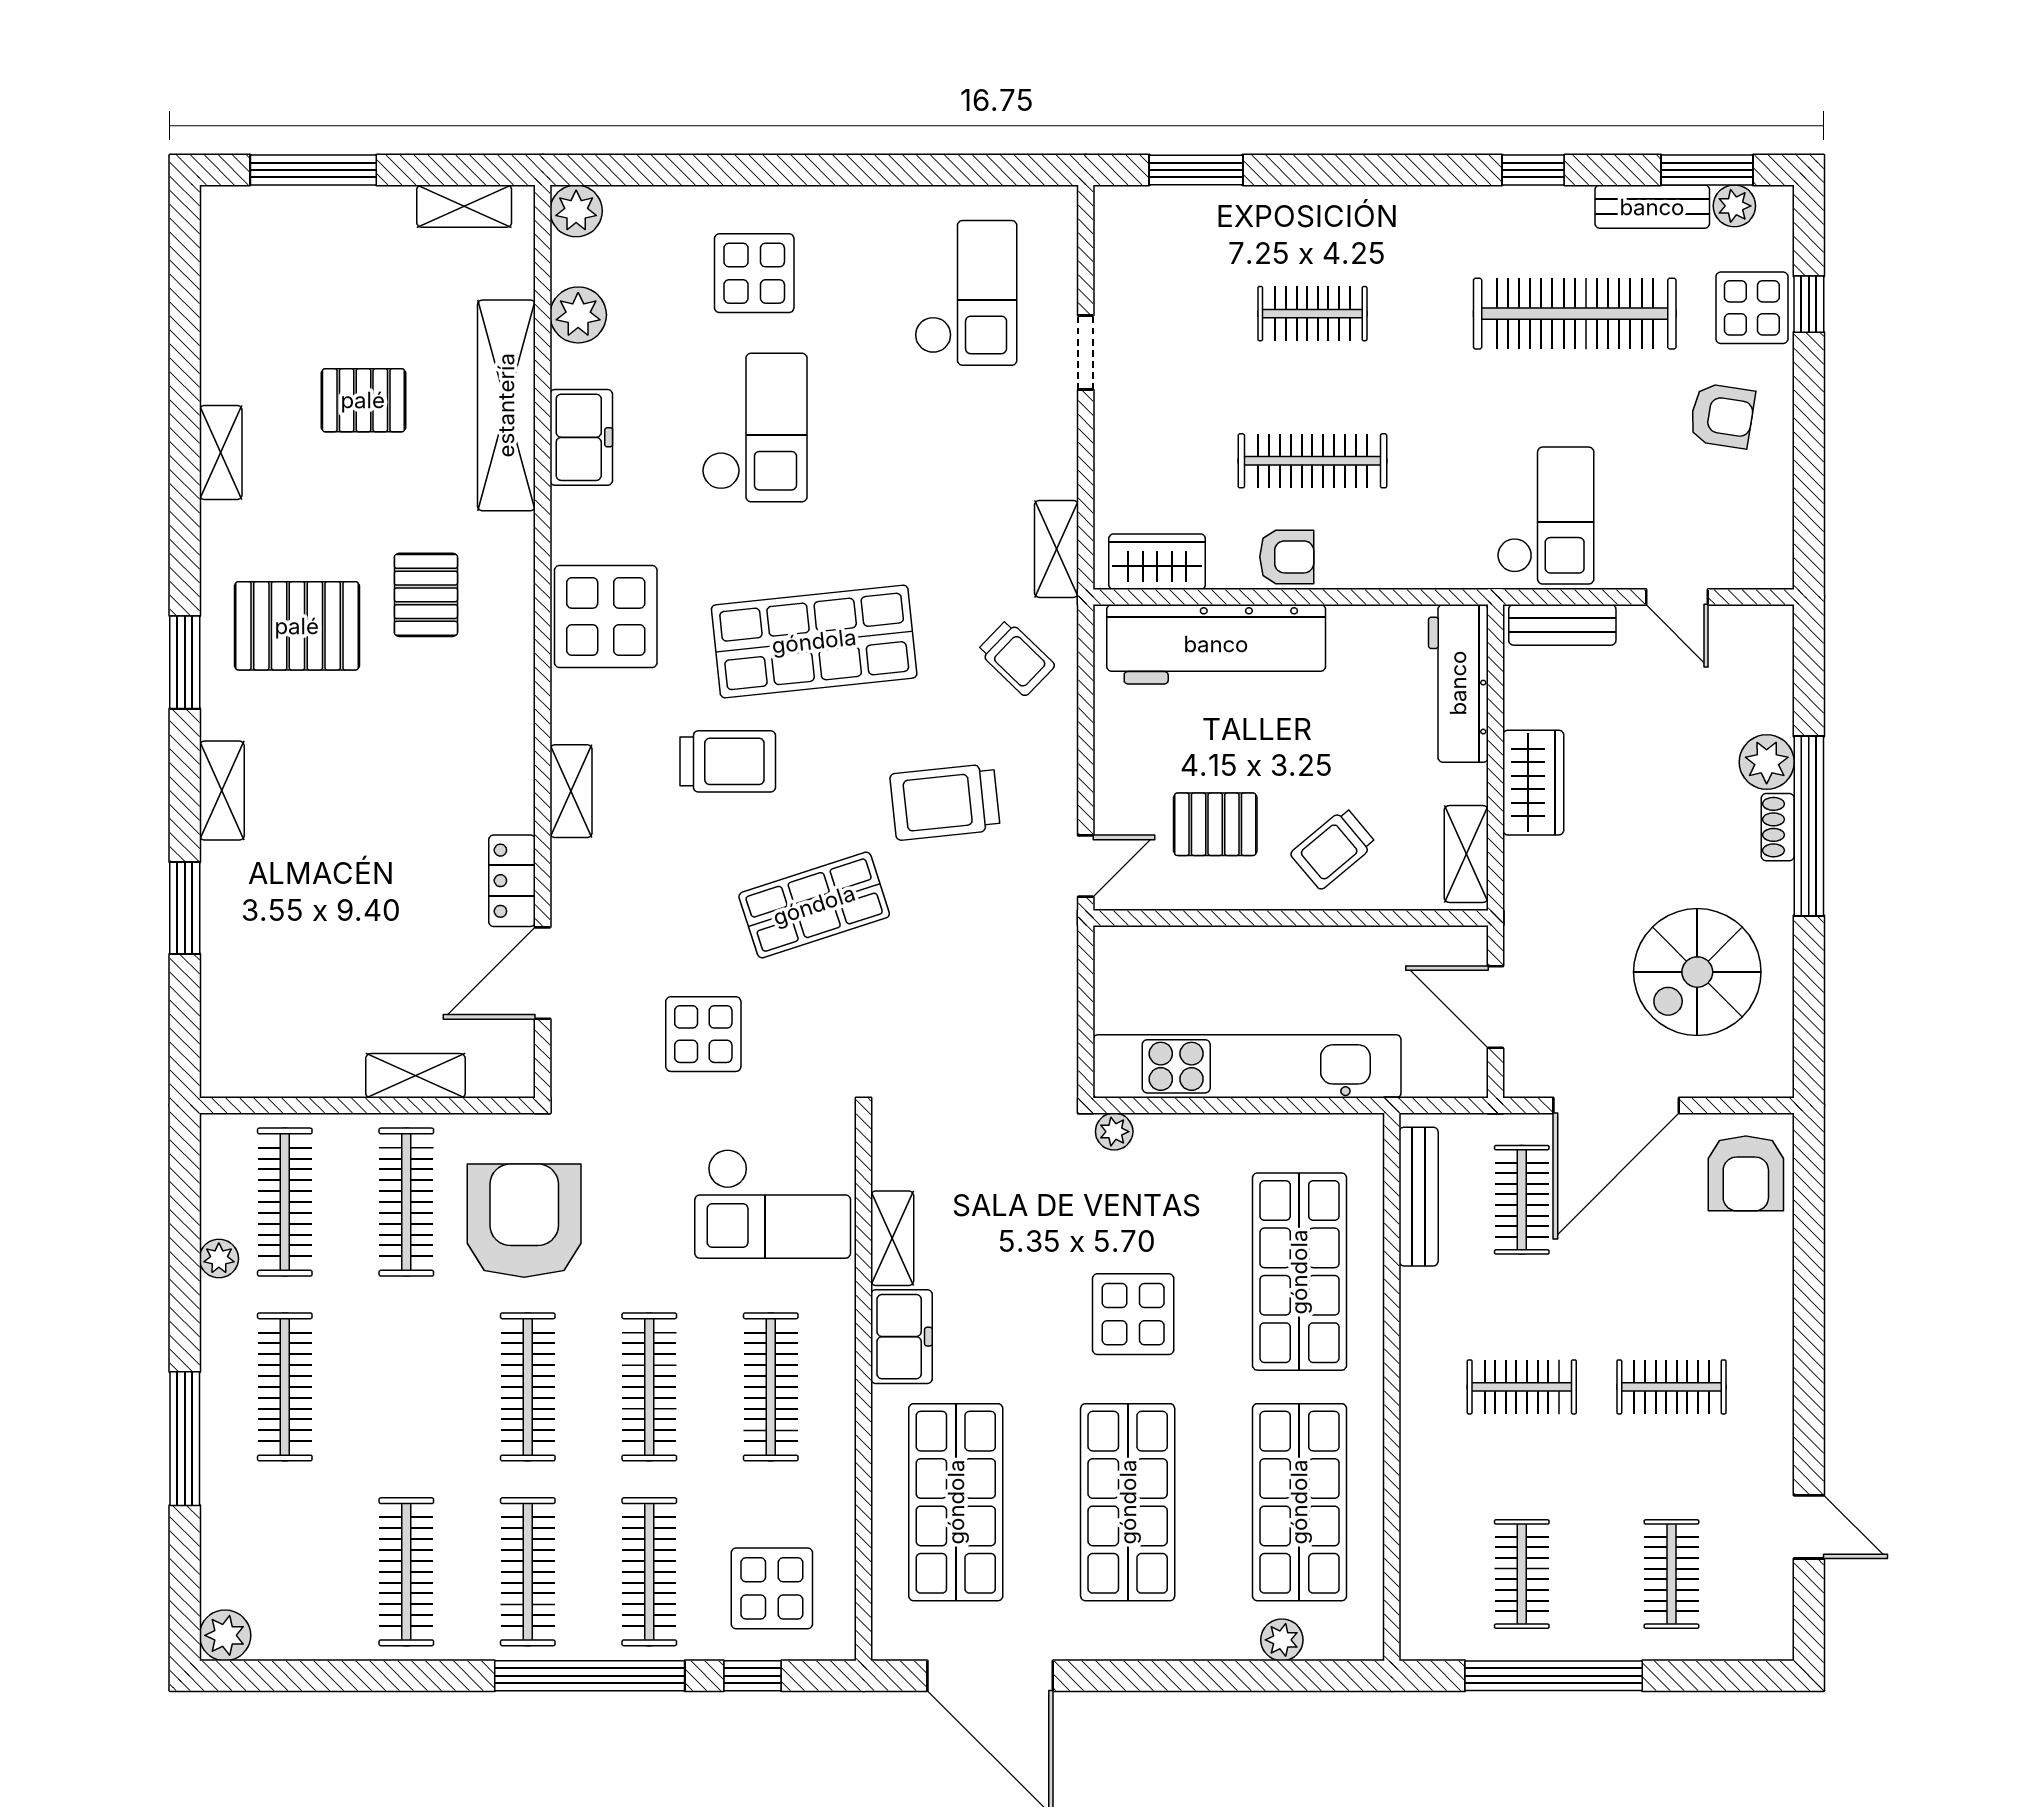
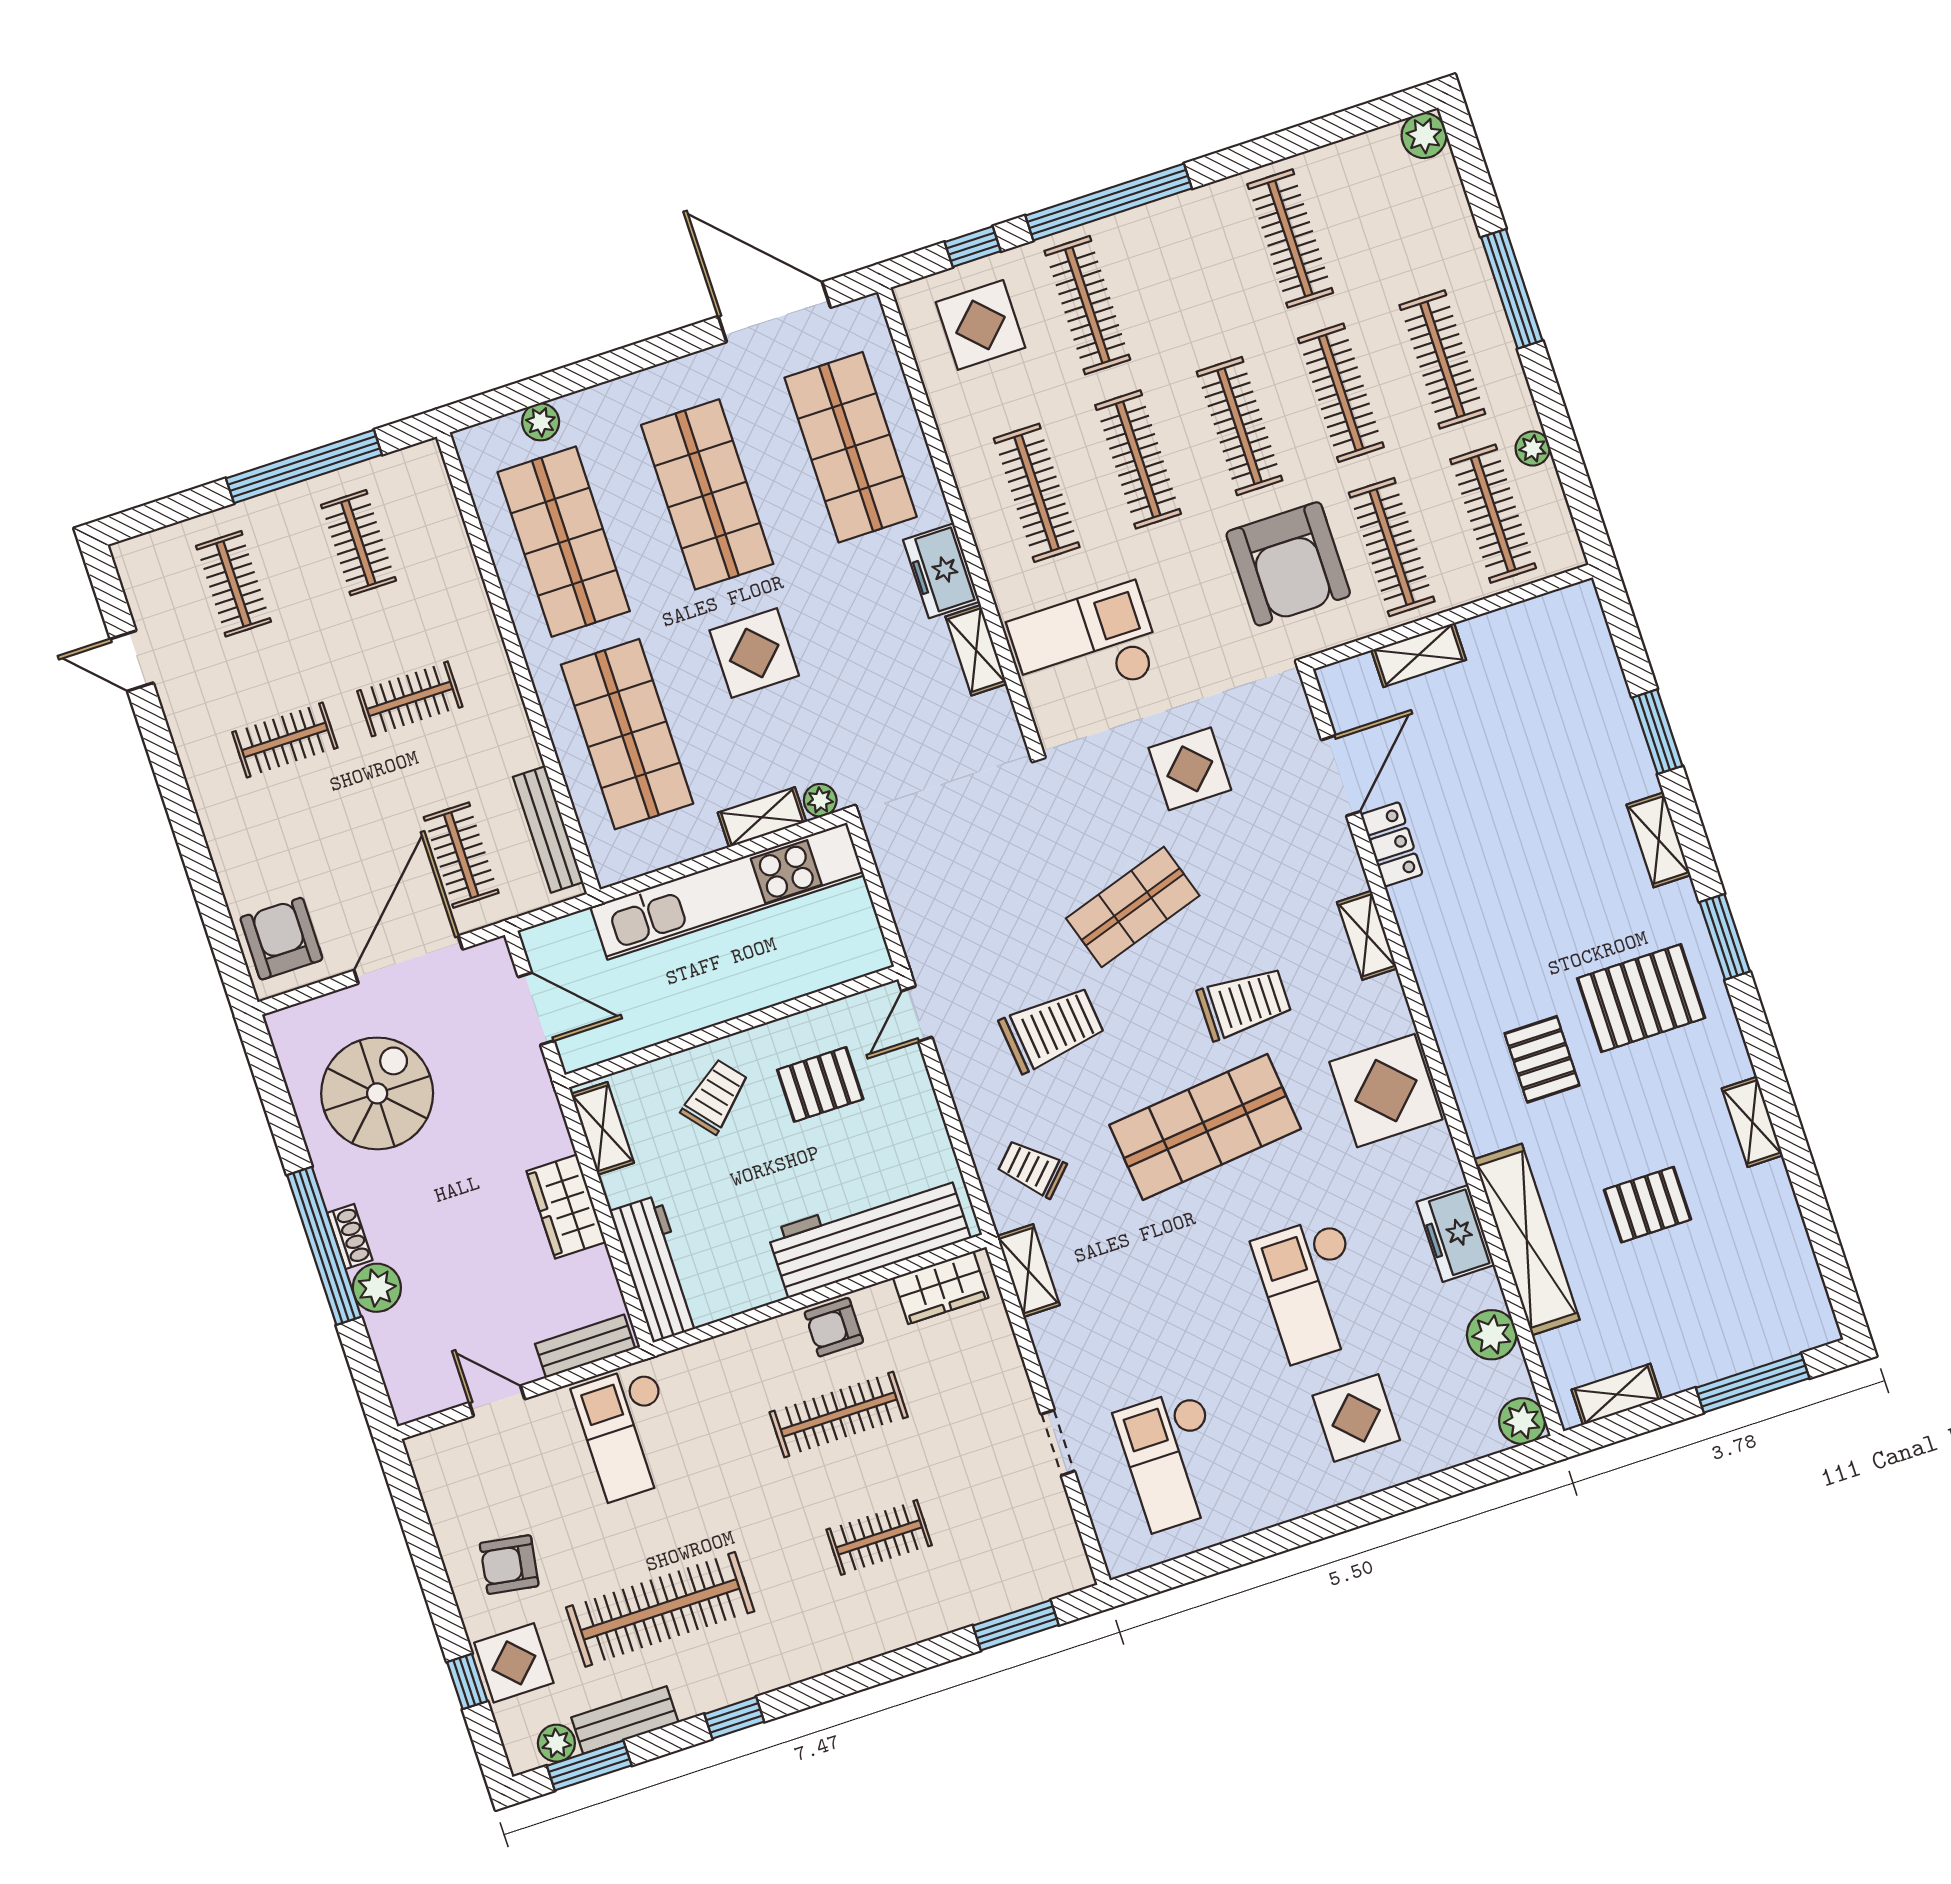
trolley: (728, 761) -> (1244, 1003), turned 180
shelving: (1183, 1134) -> (762, 817), added
clothes rail: (528, 1572) -> (1341, 393), moved

